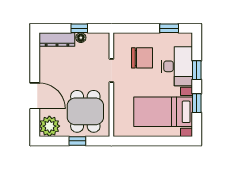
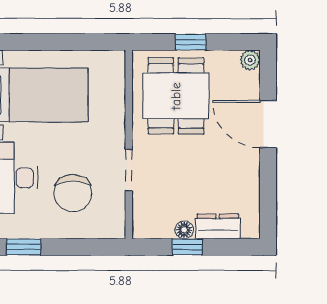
dresser: (57, 40) -> (218, 226), width x0.70
chair: (142, 58) -> (73, 193), turned -90
plant: (49, 126) -> (250, 60), width x0.53, depth x0.53

